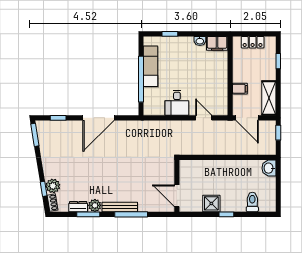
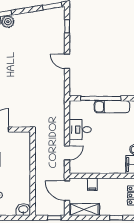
door: (99, 118) -> (67, 61), width x0.53
door: (247, 118) -> (67, 191), hinge flipped

